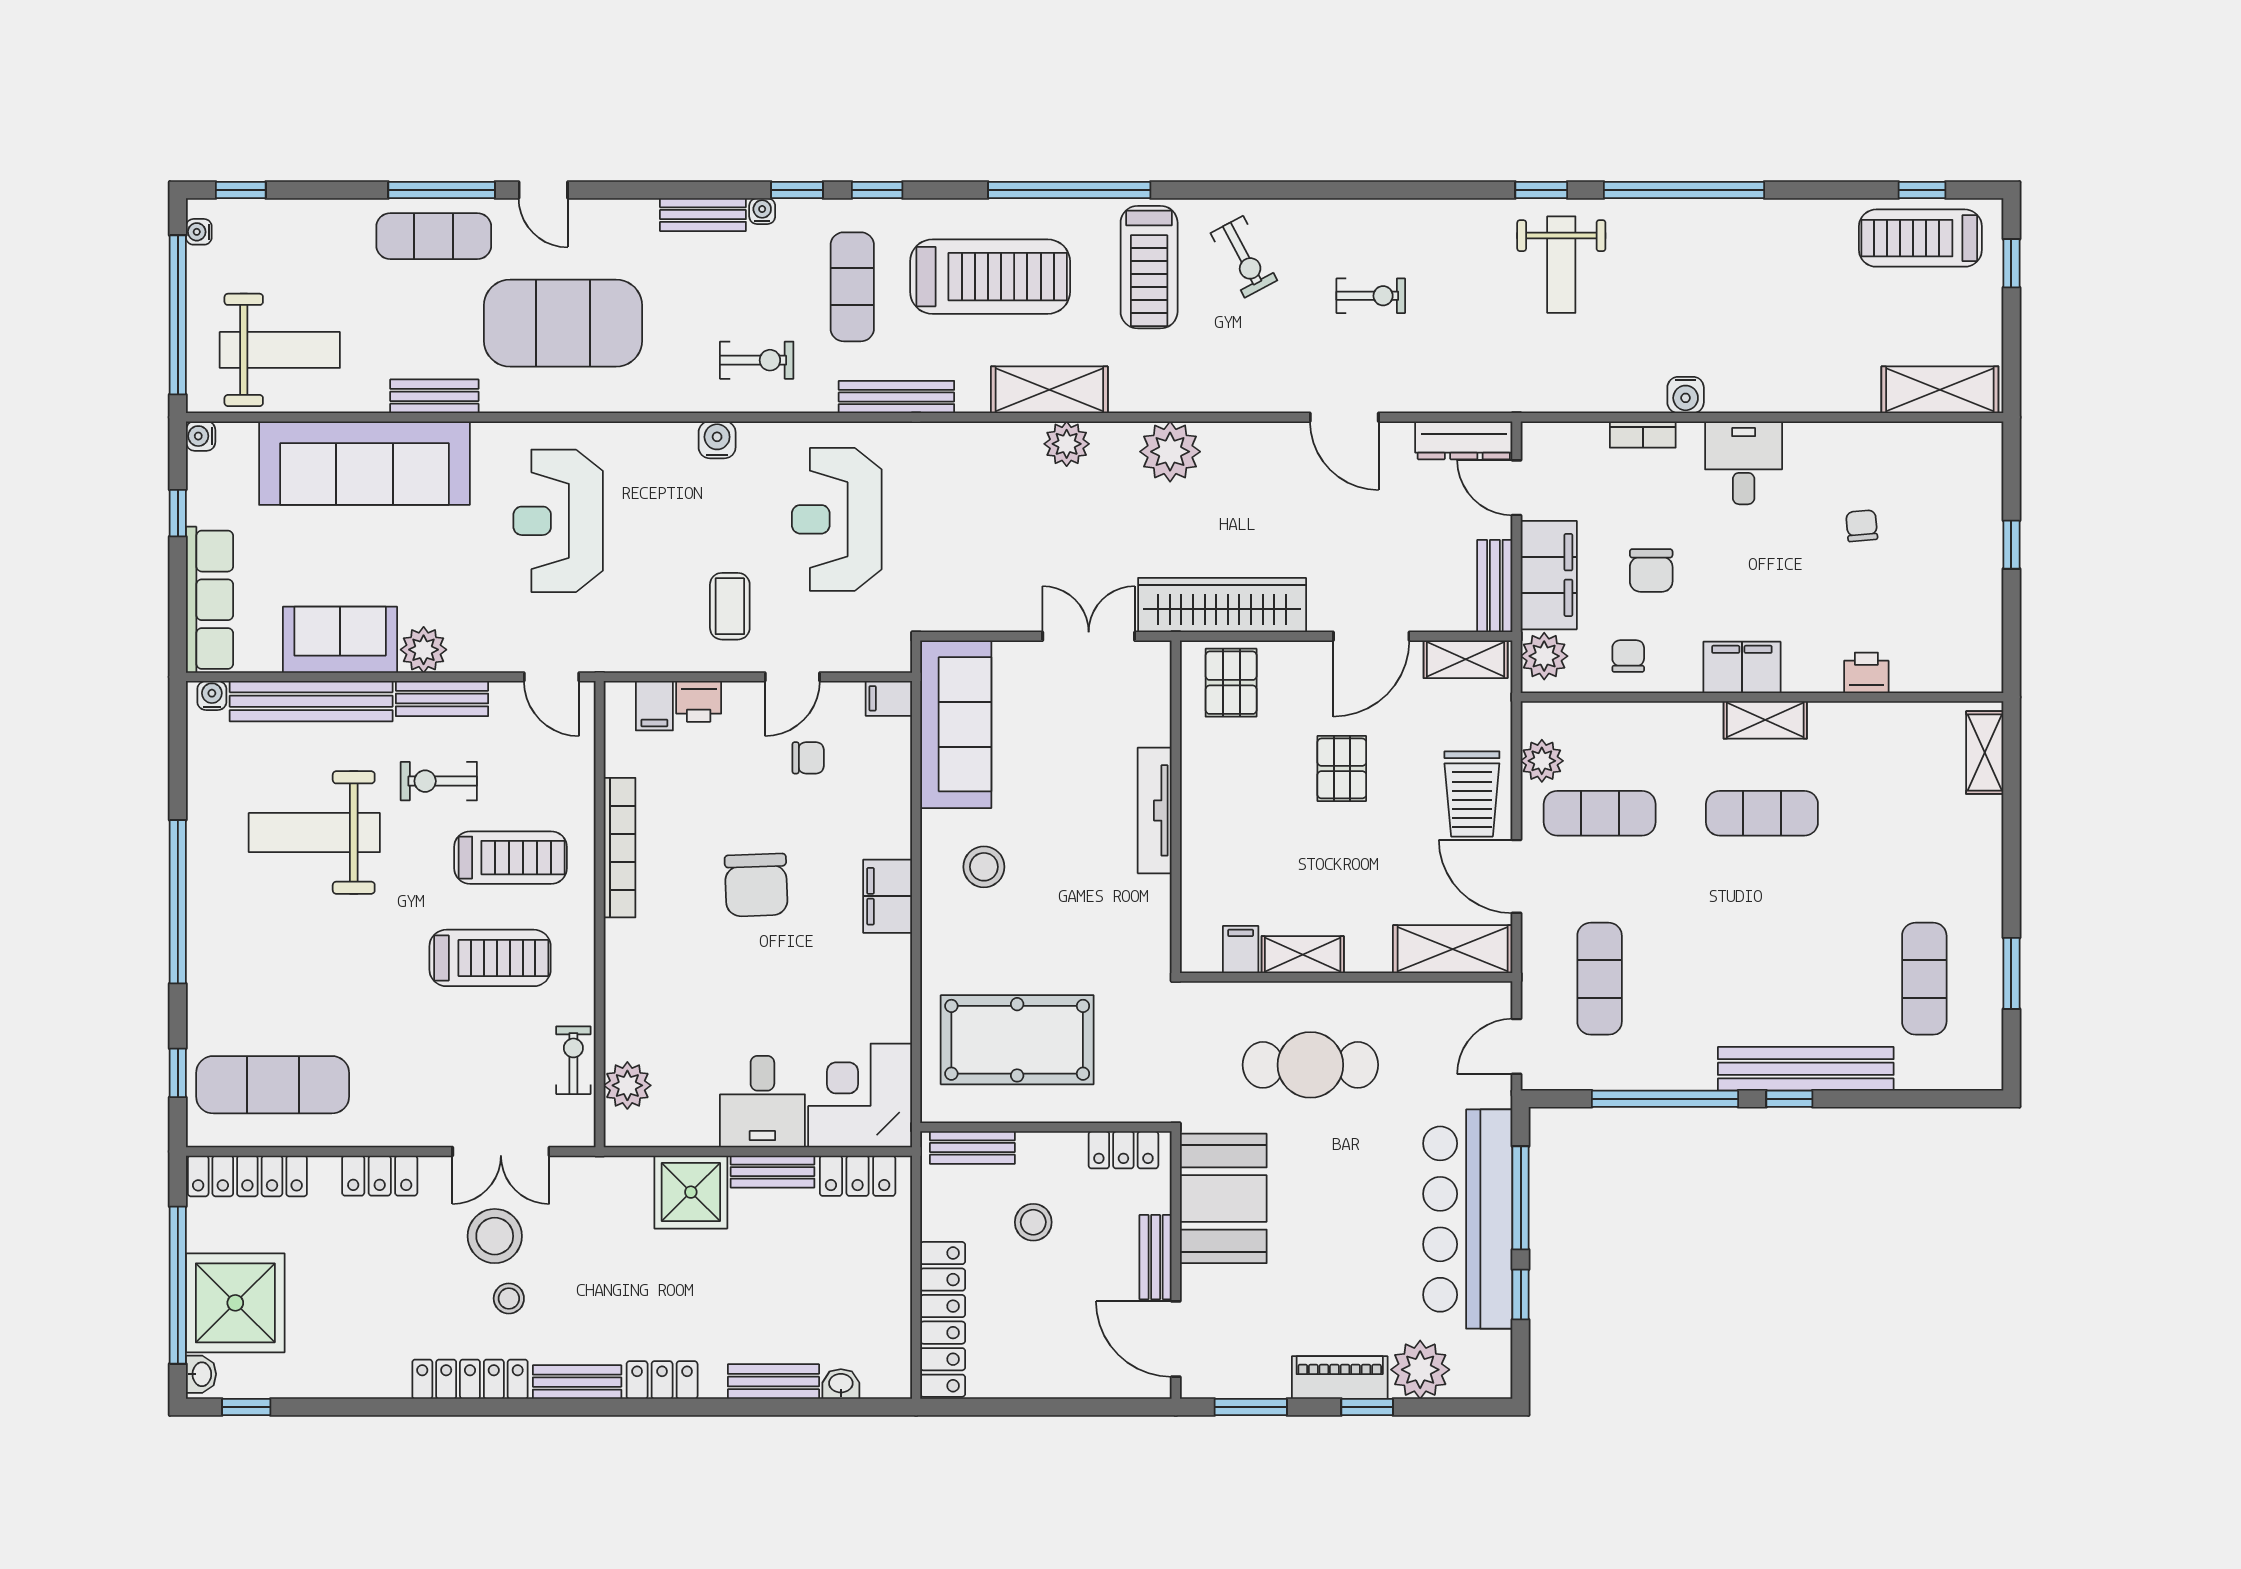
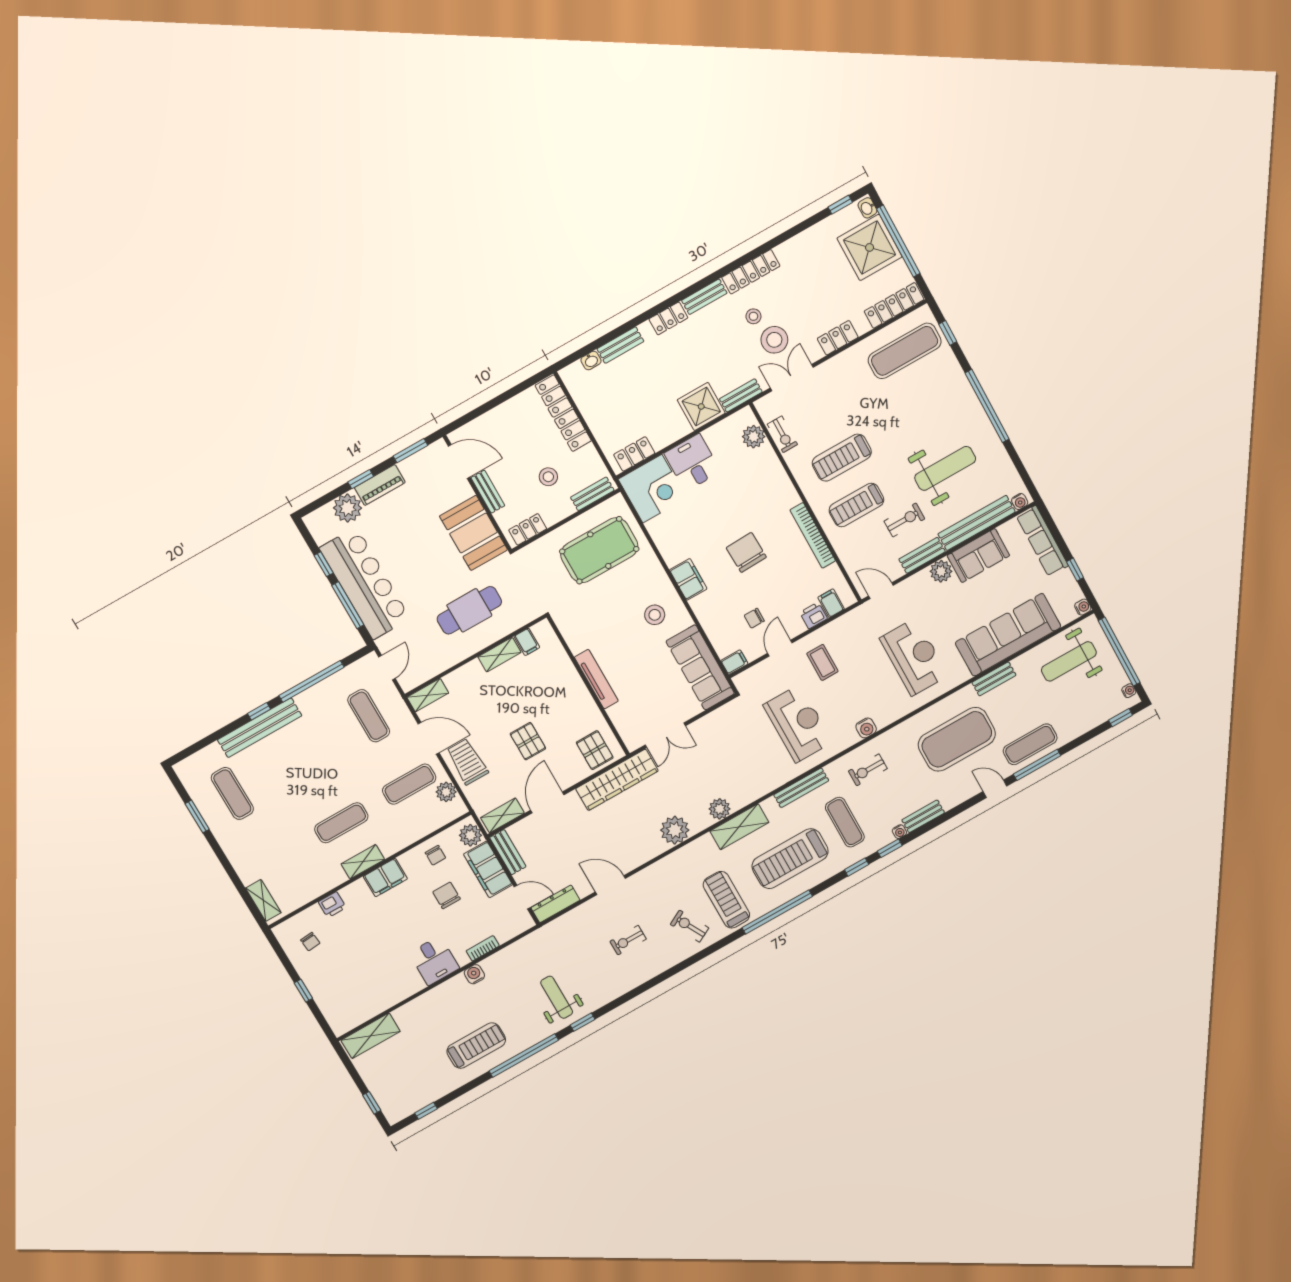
treadmill: (1920, 238) -> (476, 1046), moved
chair: (1862, 526) -> (310, 942), moved
shelving: (1453, 949) -> (428, 695), width x0.67, depth x0.75
bench: (772, 1172) -> (741, 395), moved

